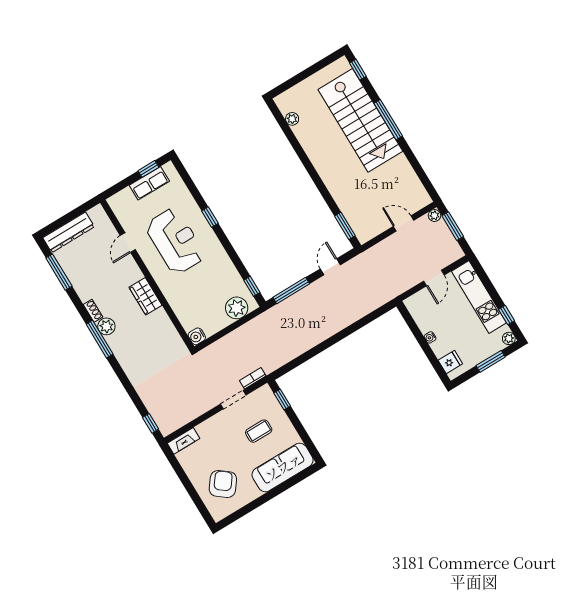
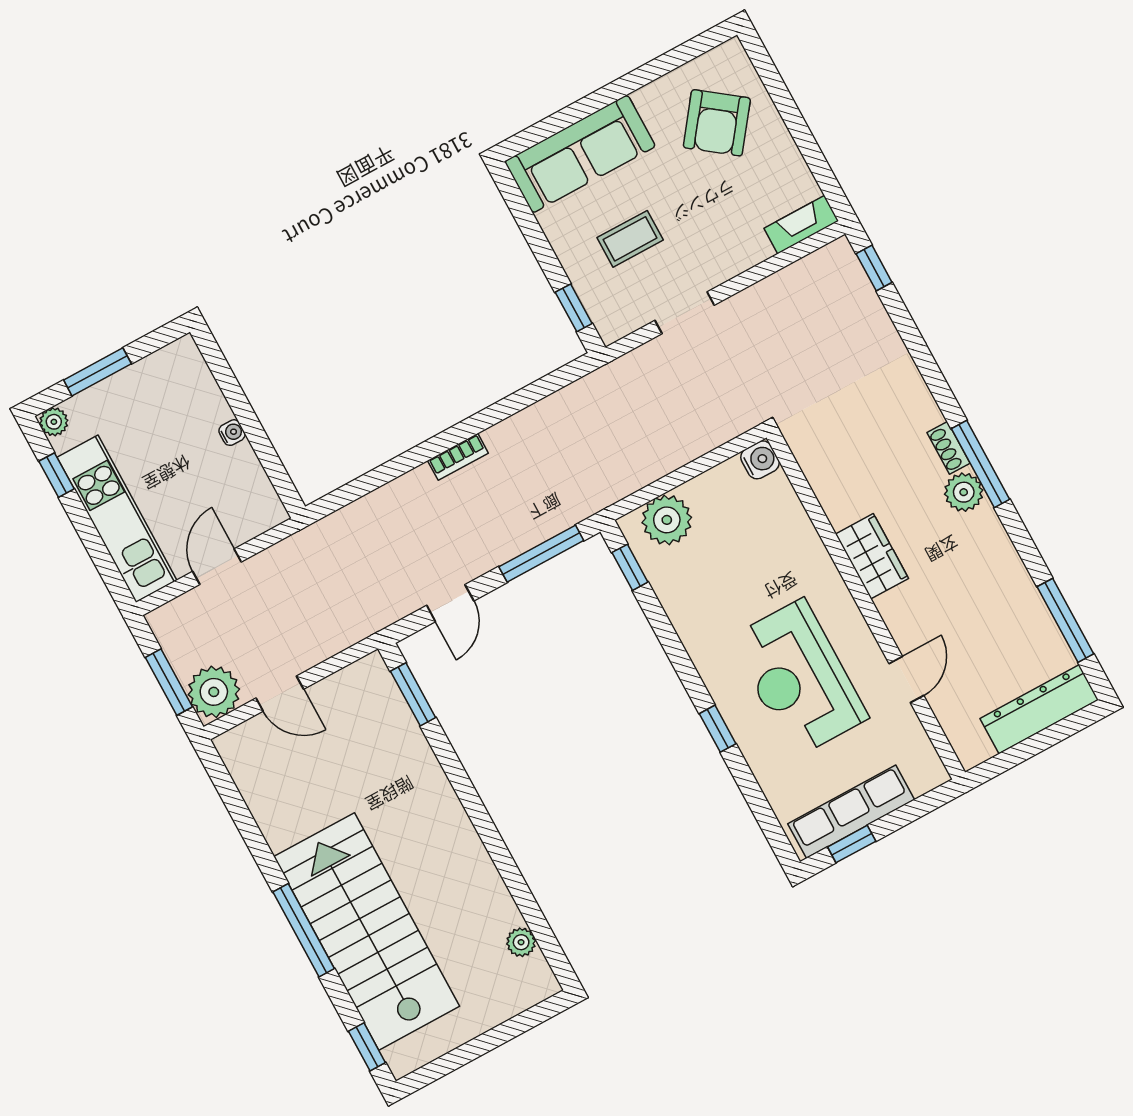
row of seats: (149, 183) -> (851, 812), width x1.48
plant: (434, 215) -> (214, 692), width x1.87, depth x1.87
shoe rack: (93, 311) -> (949, 448), moved
fridge: (450, 362) -> (189, 375), removed
bookcase: (253, 378) -> (458, 457), moved

